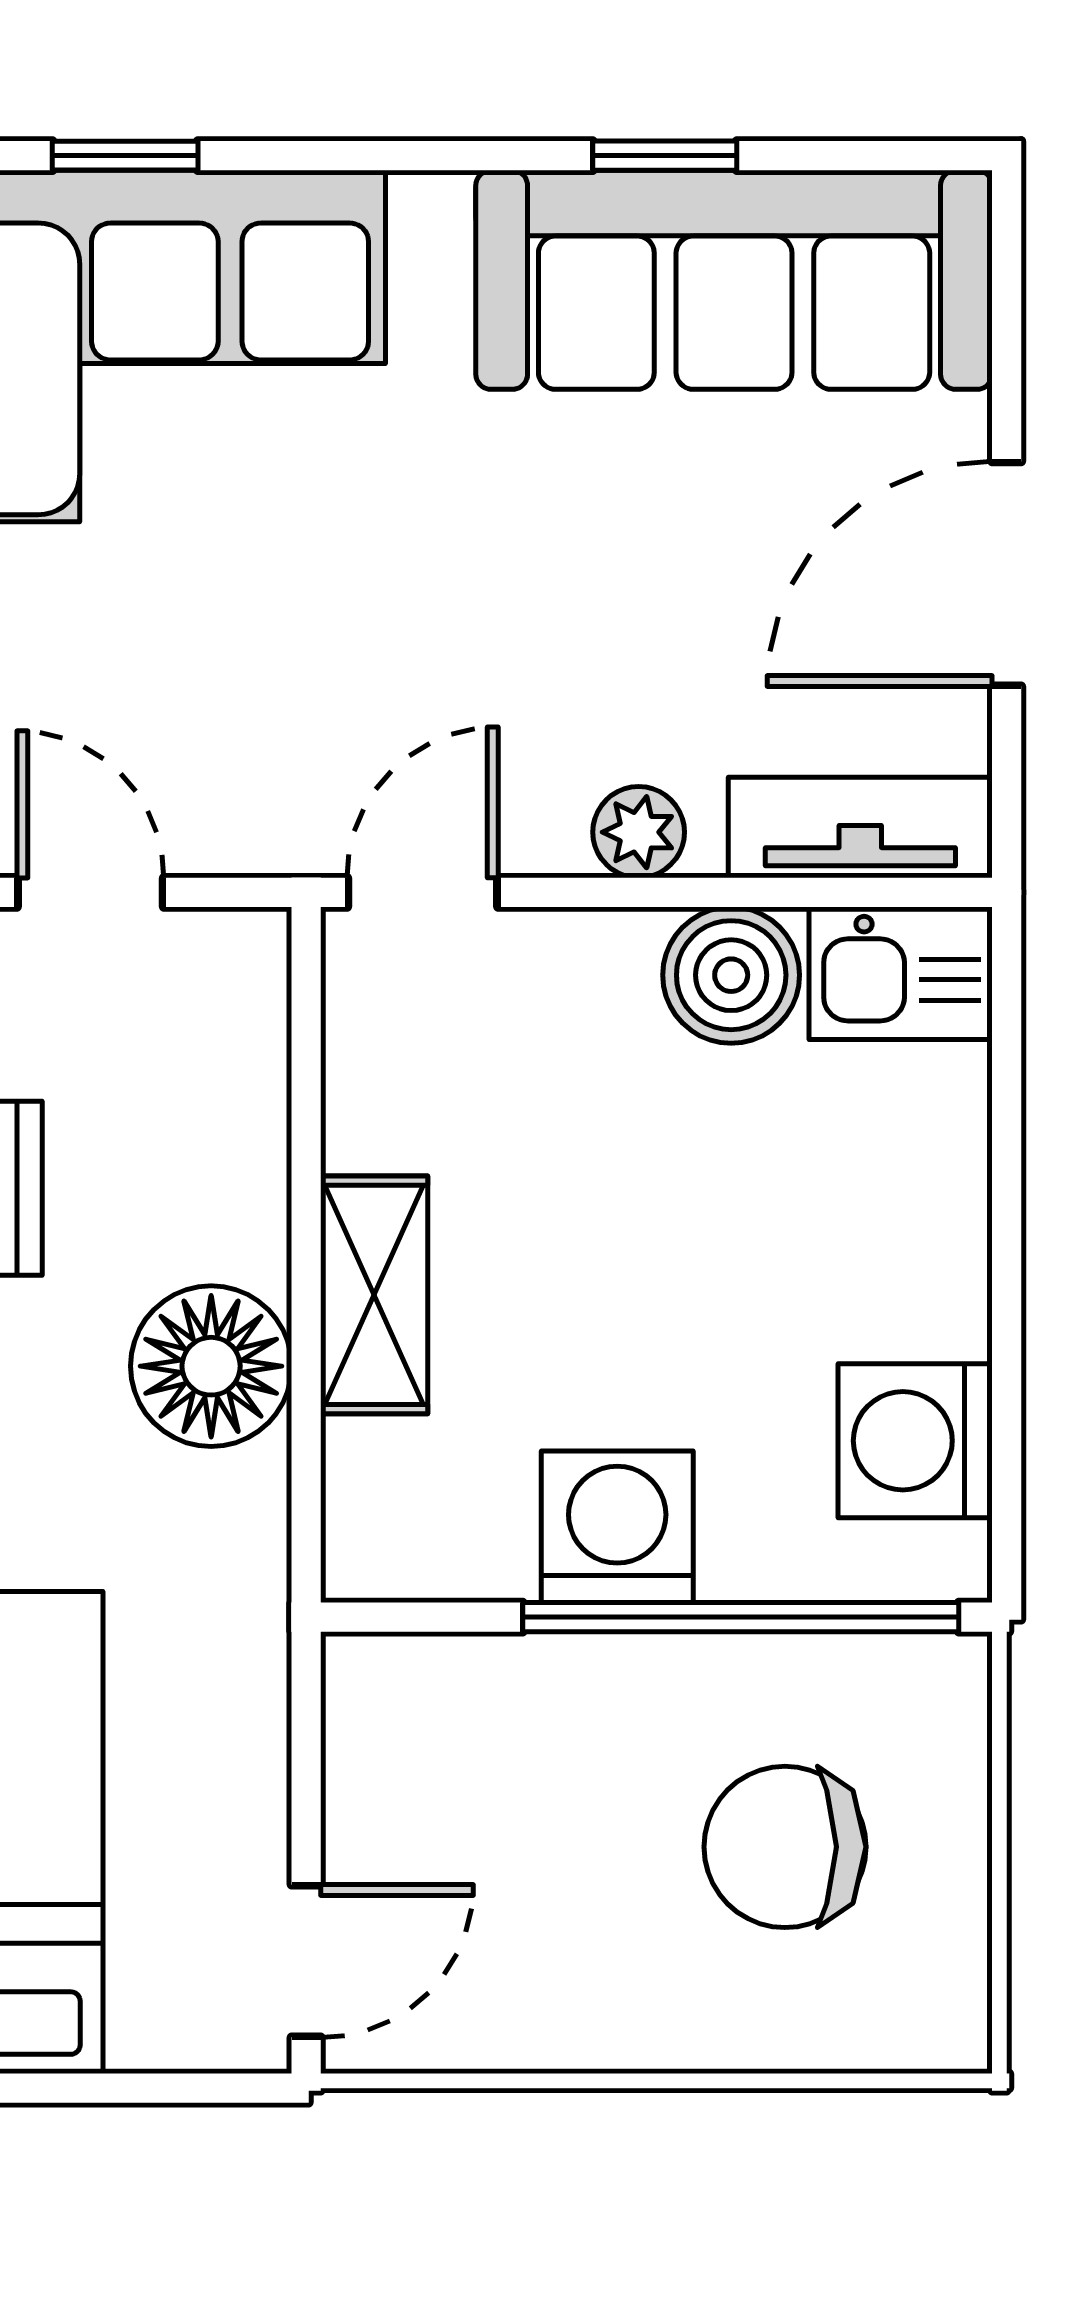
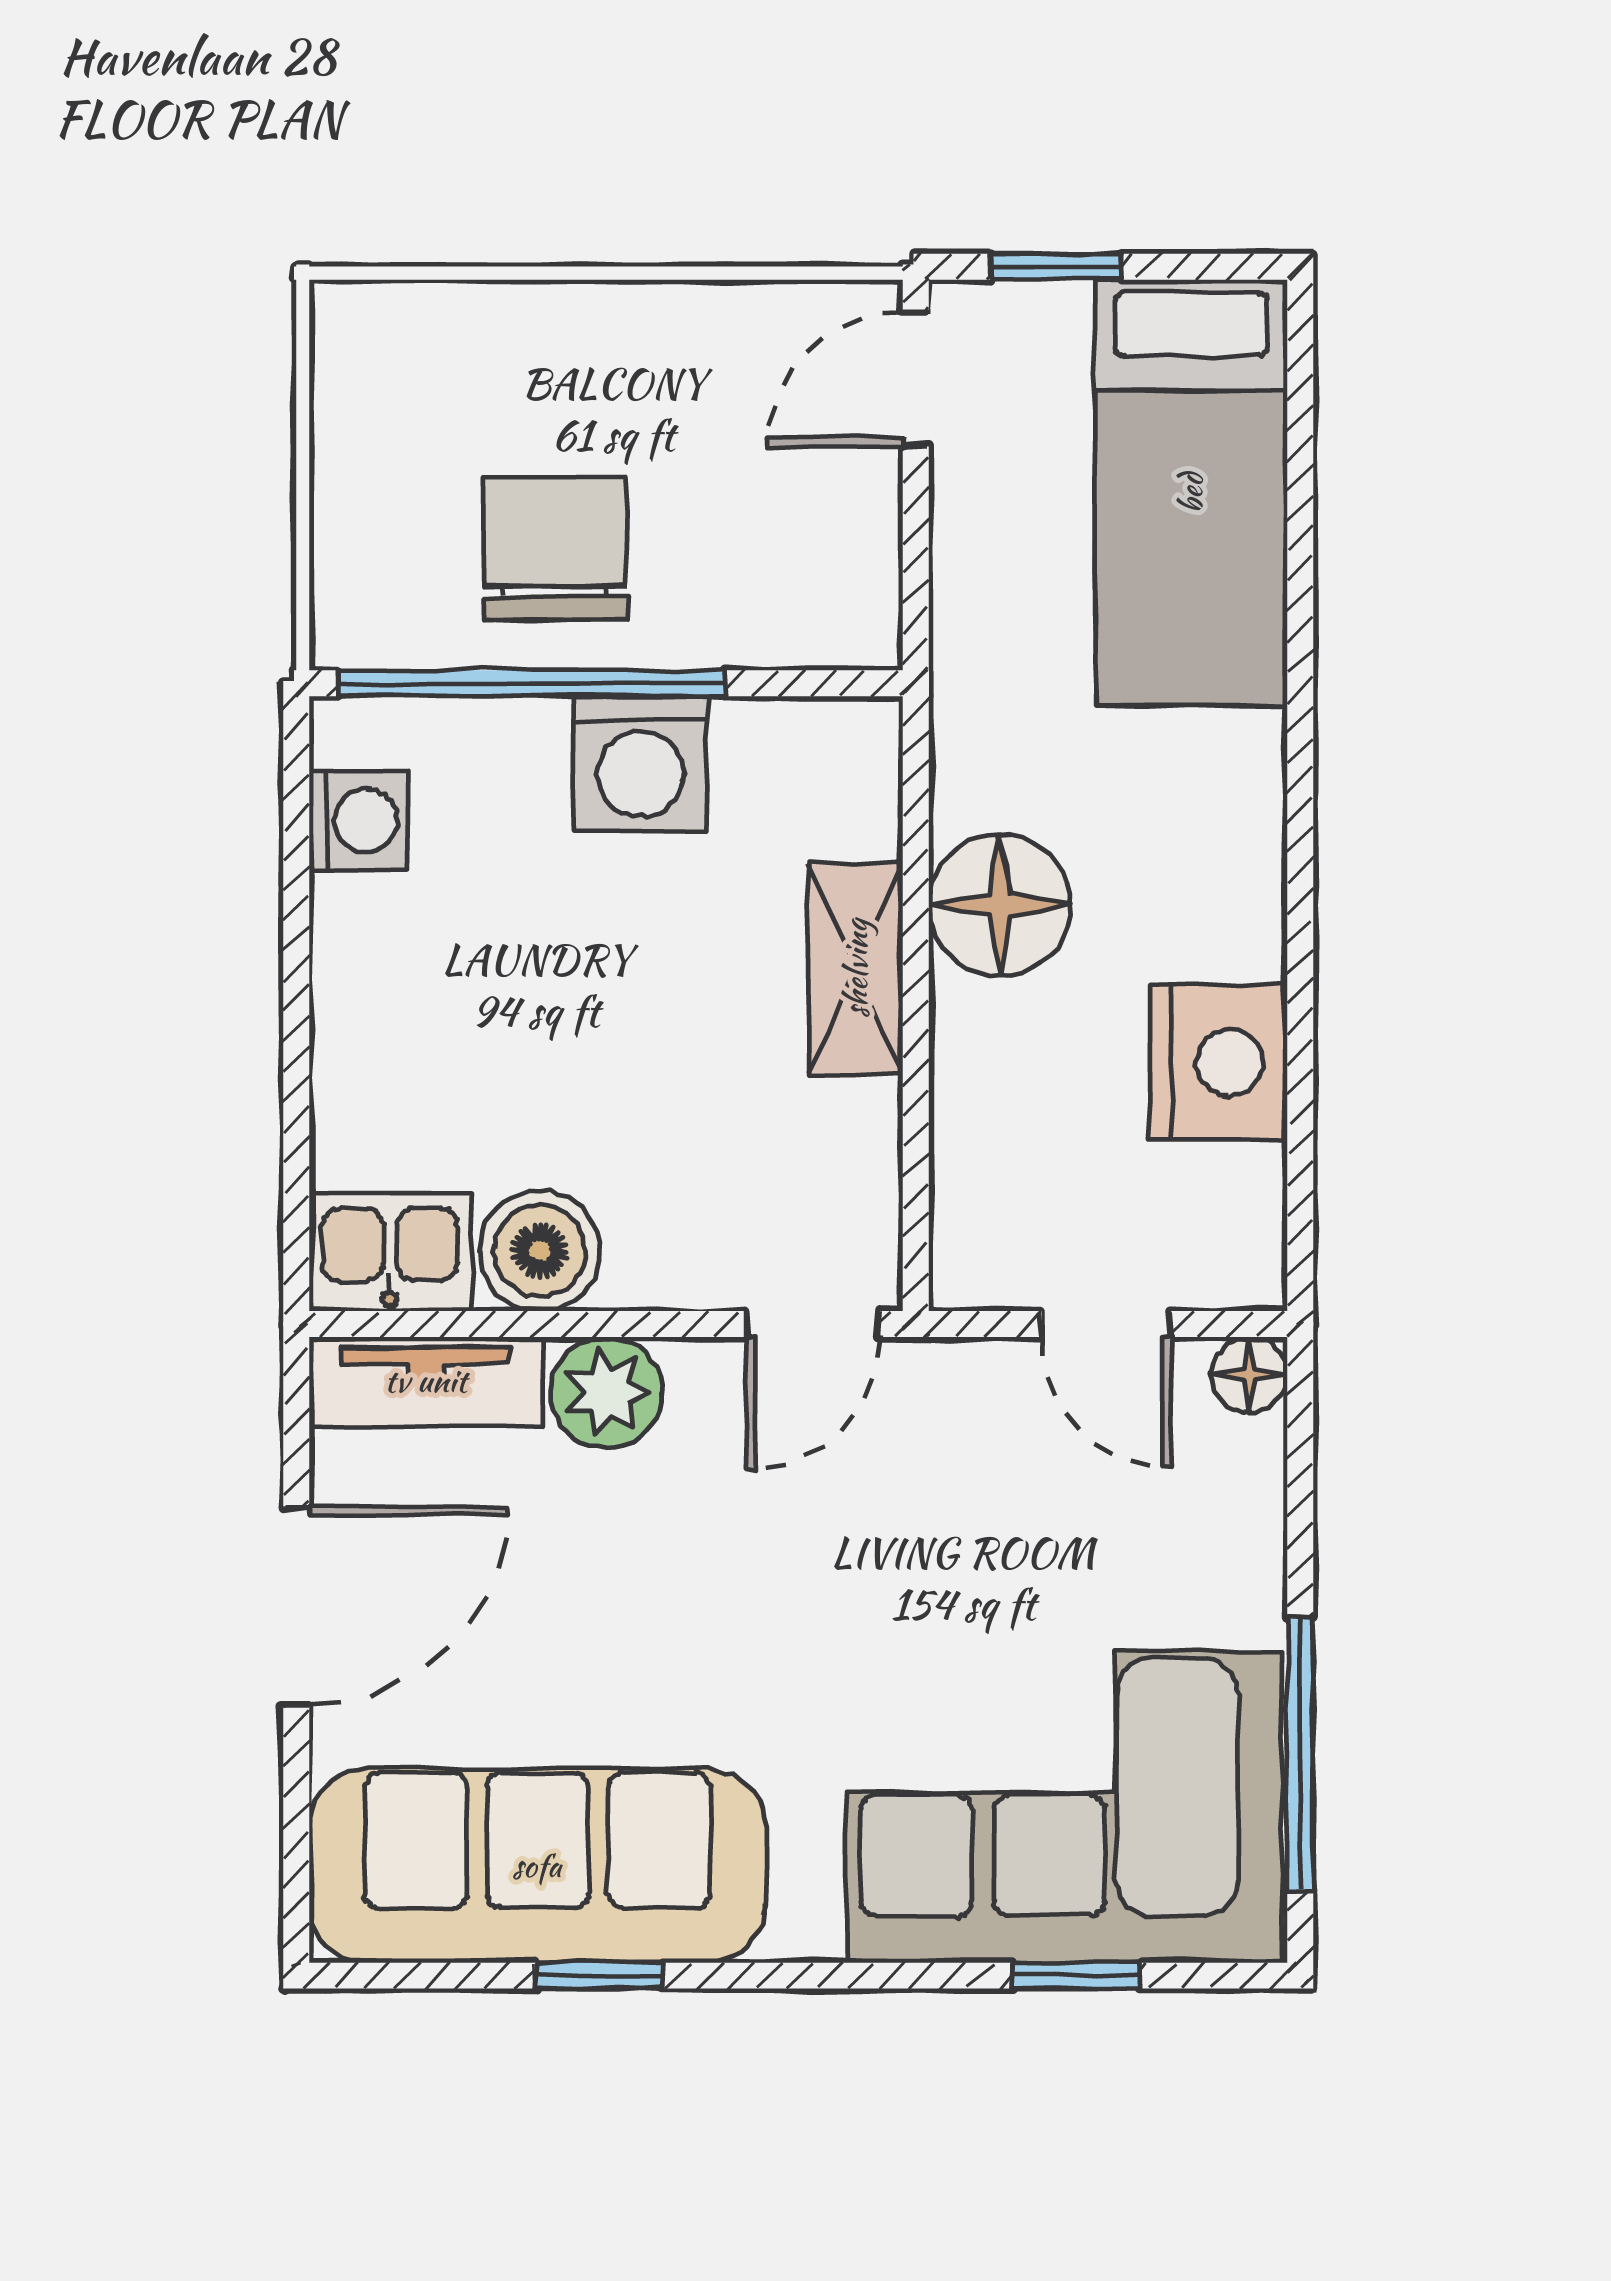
plant: (639, 832) -> (607, 1392), width x1.38, depth x1.38
washing machine: (915, 1441) -> (359, 821), width x0.73, depth x0.73
chair: (785, 1847) -> (555, 548), moved, turned -90
window: (147, 2088) -> (1056, 267), added

